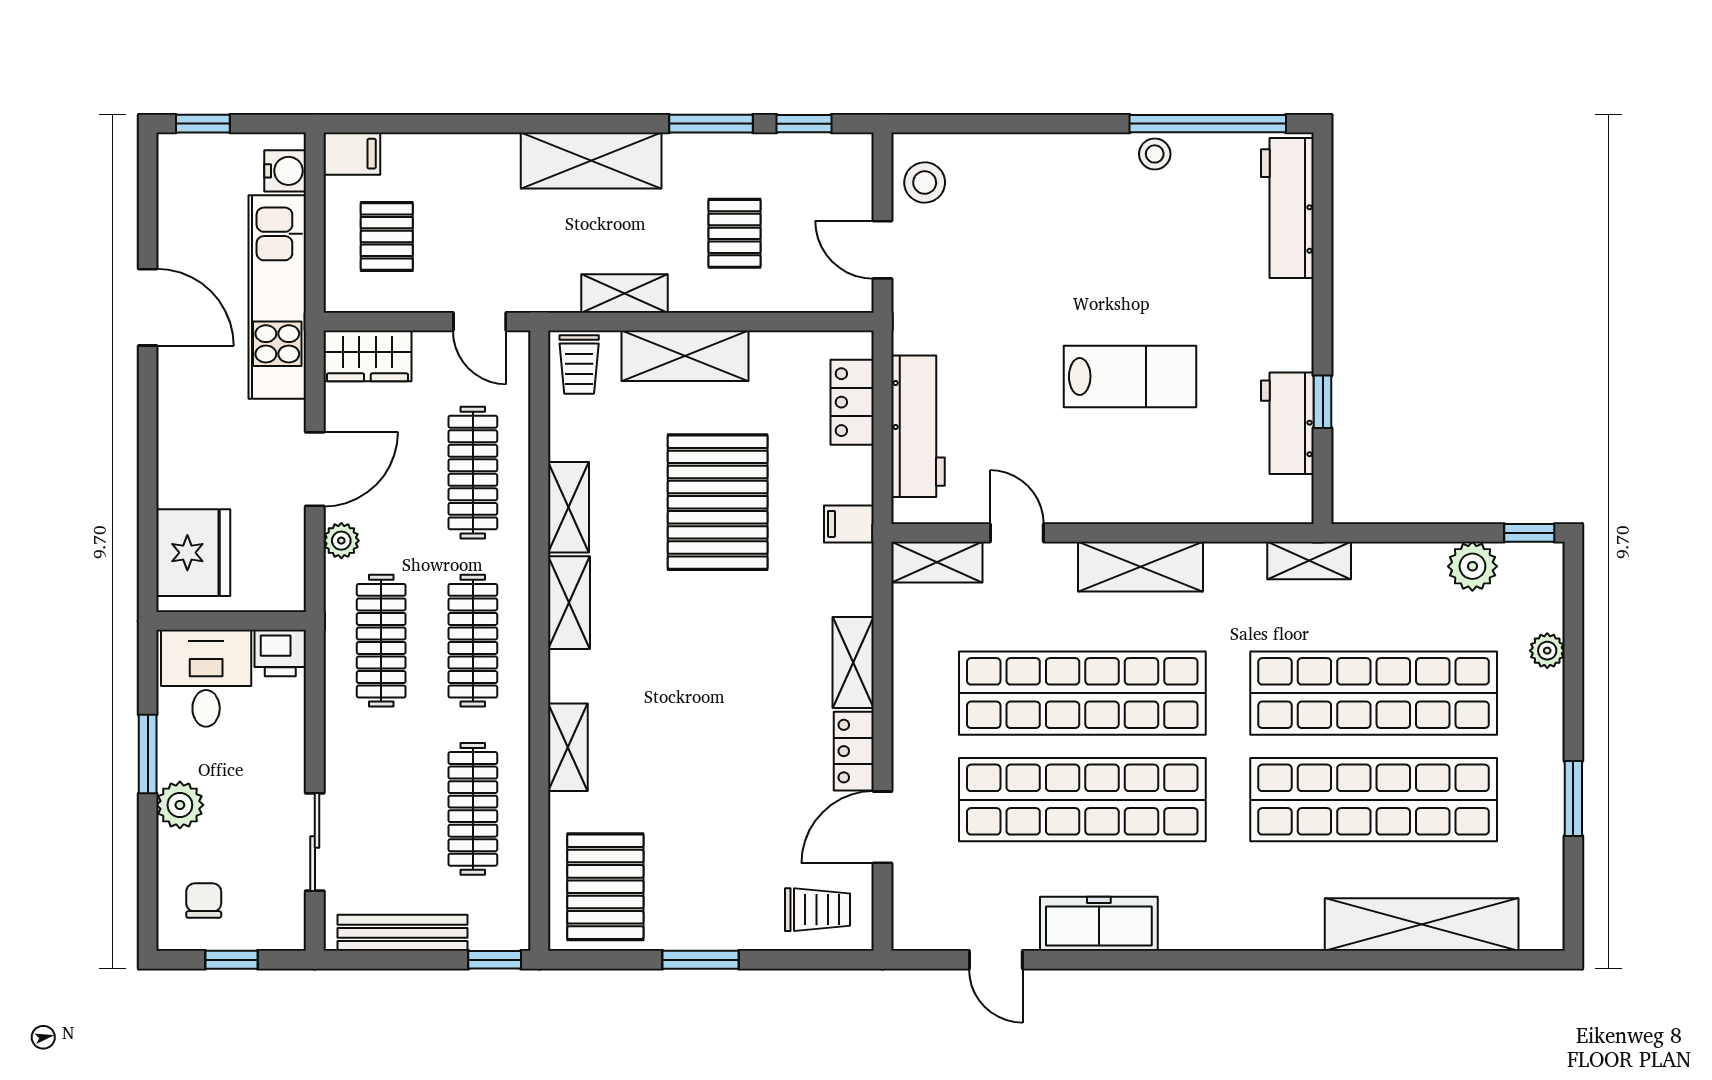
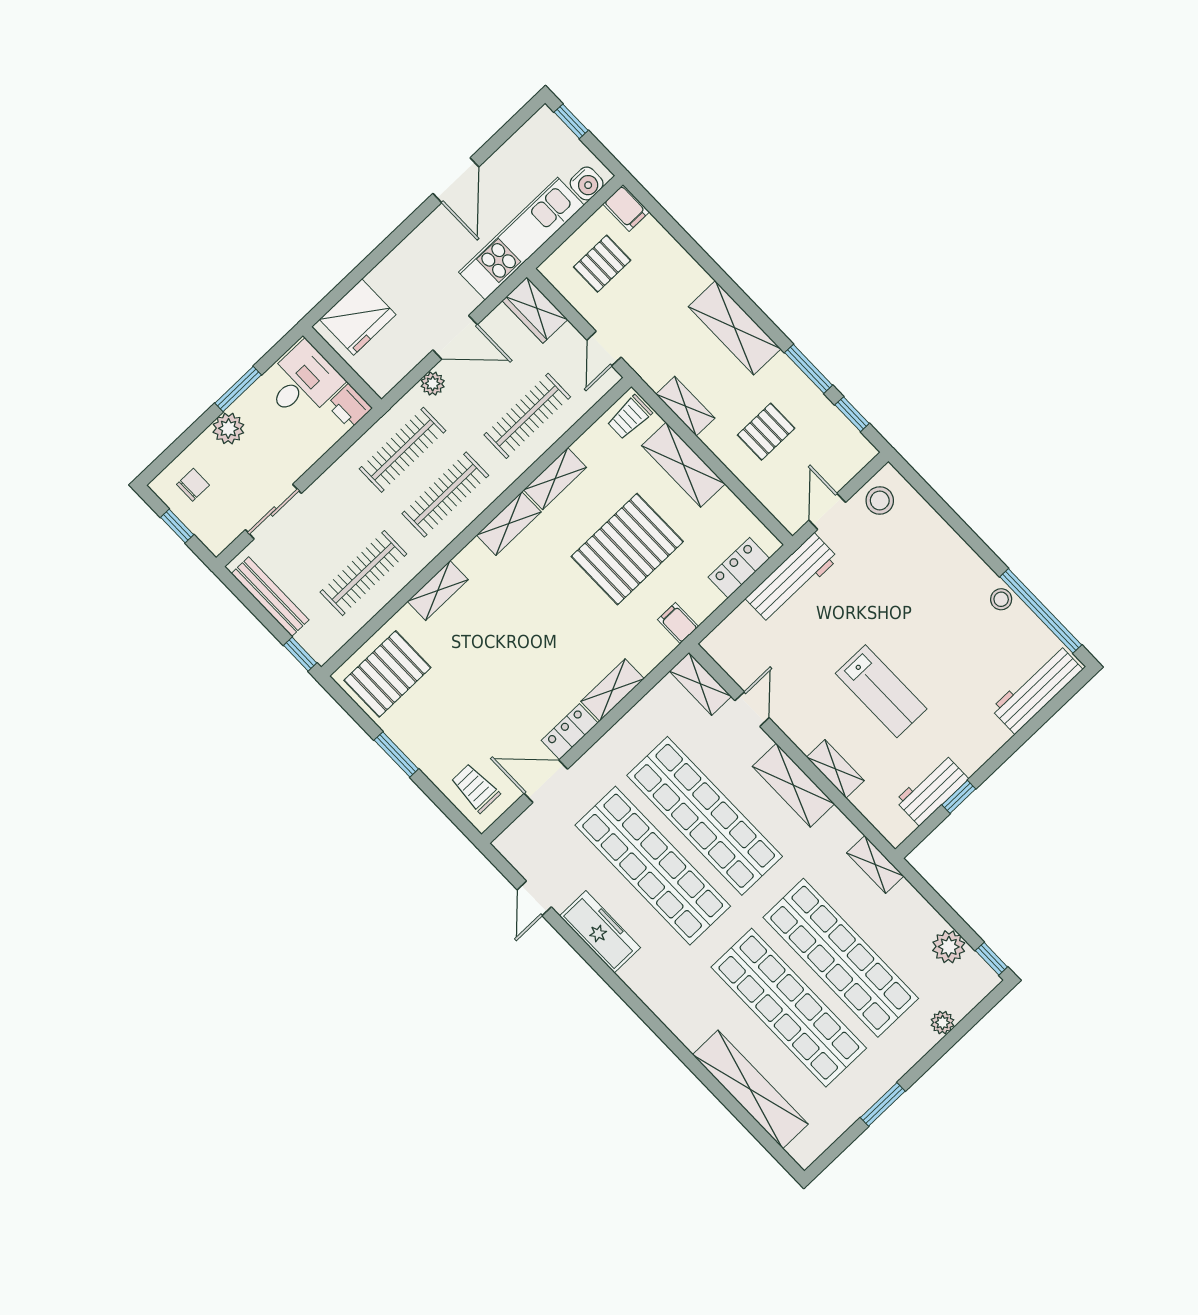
workbench: (918, 426) -> (792, 578), moved
shelving: (1166, 505) -> (835, 769), added
trolley: (818, 910) -> (475, 788), turned 180

